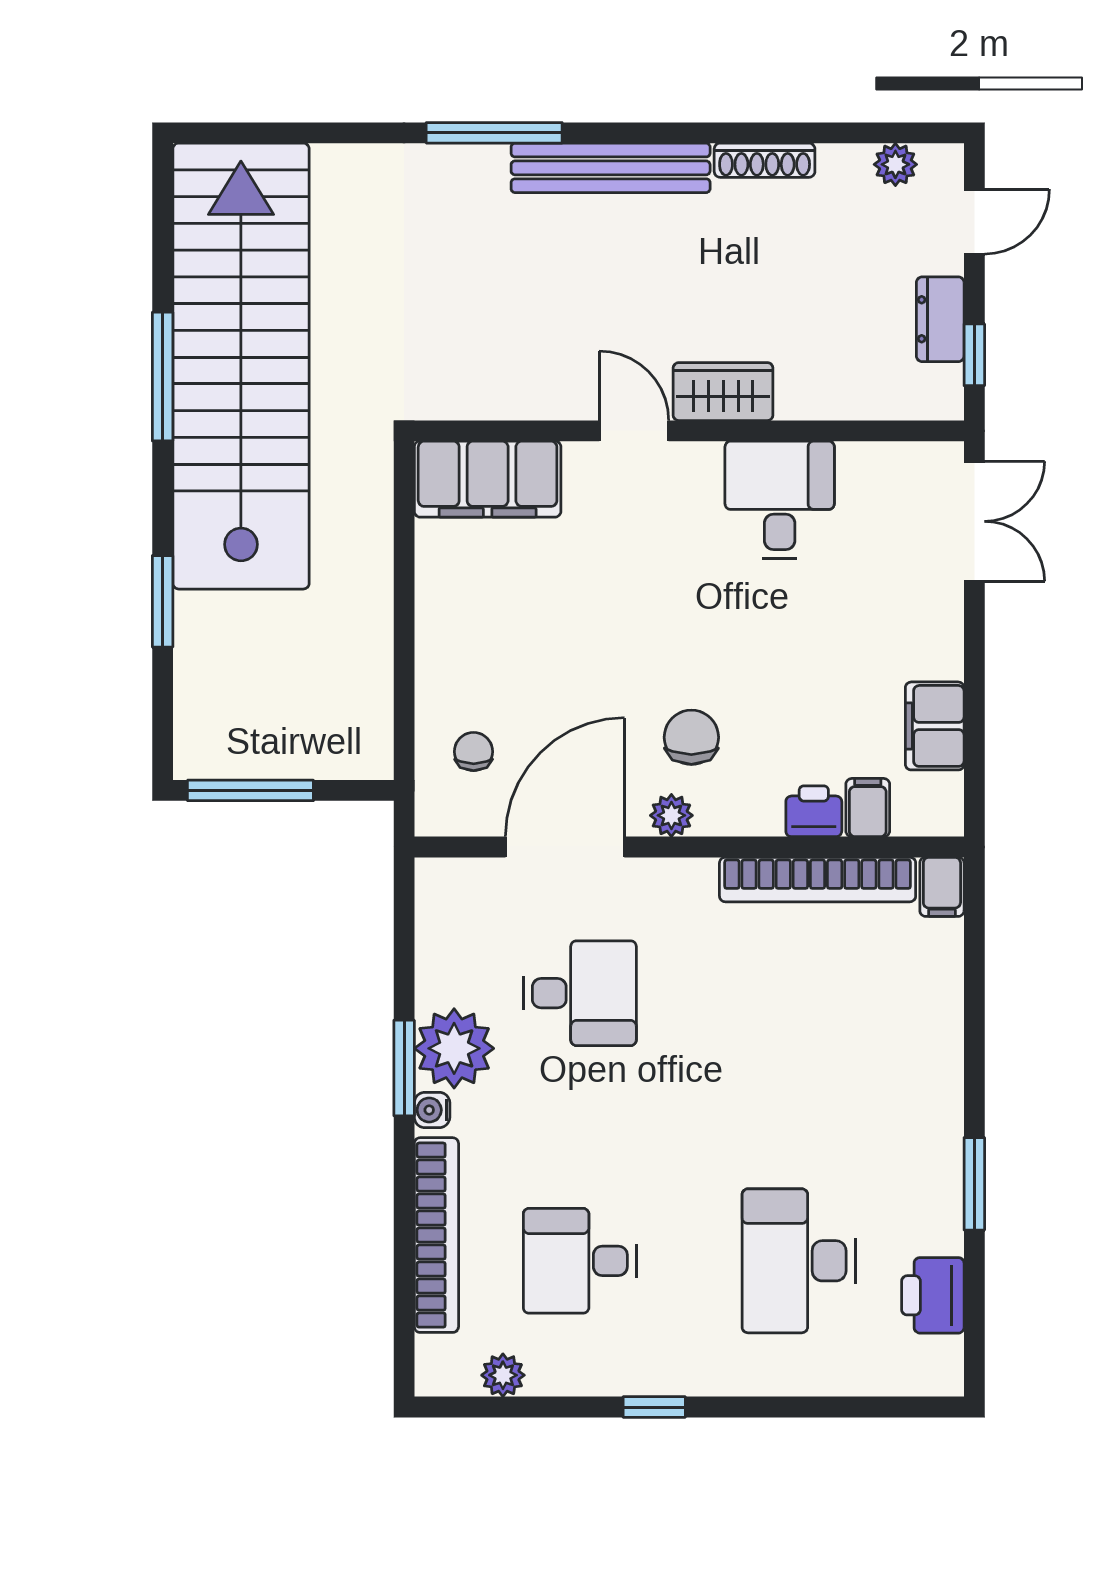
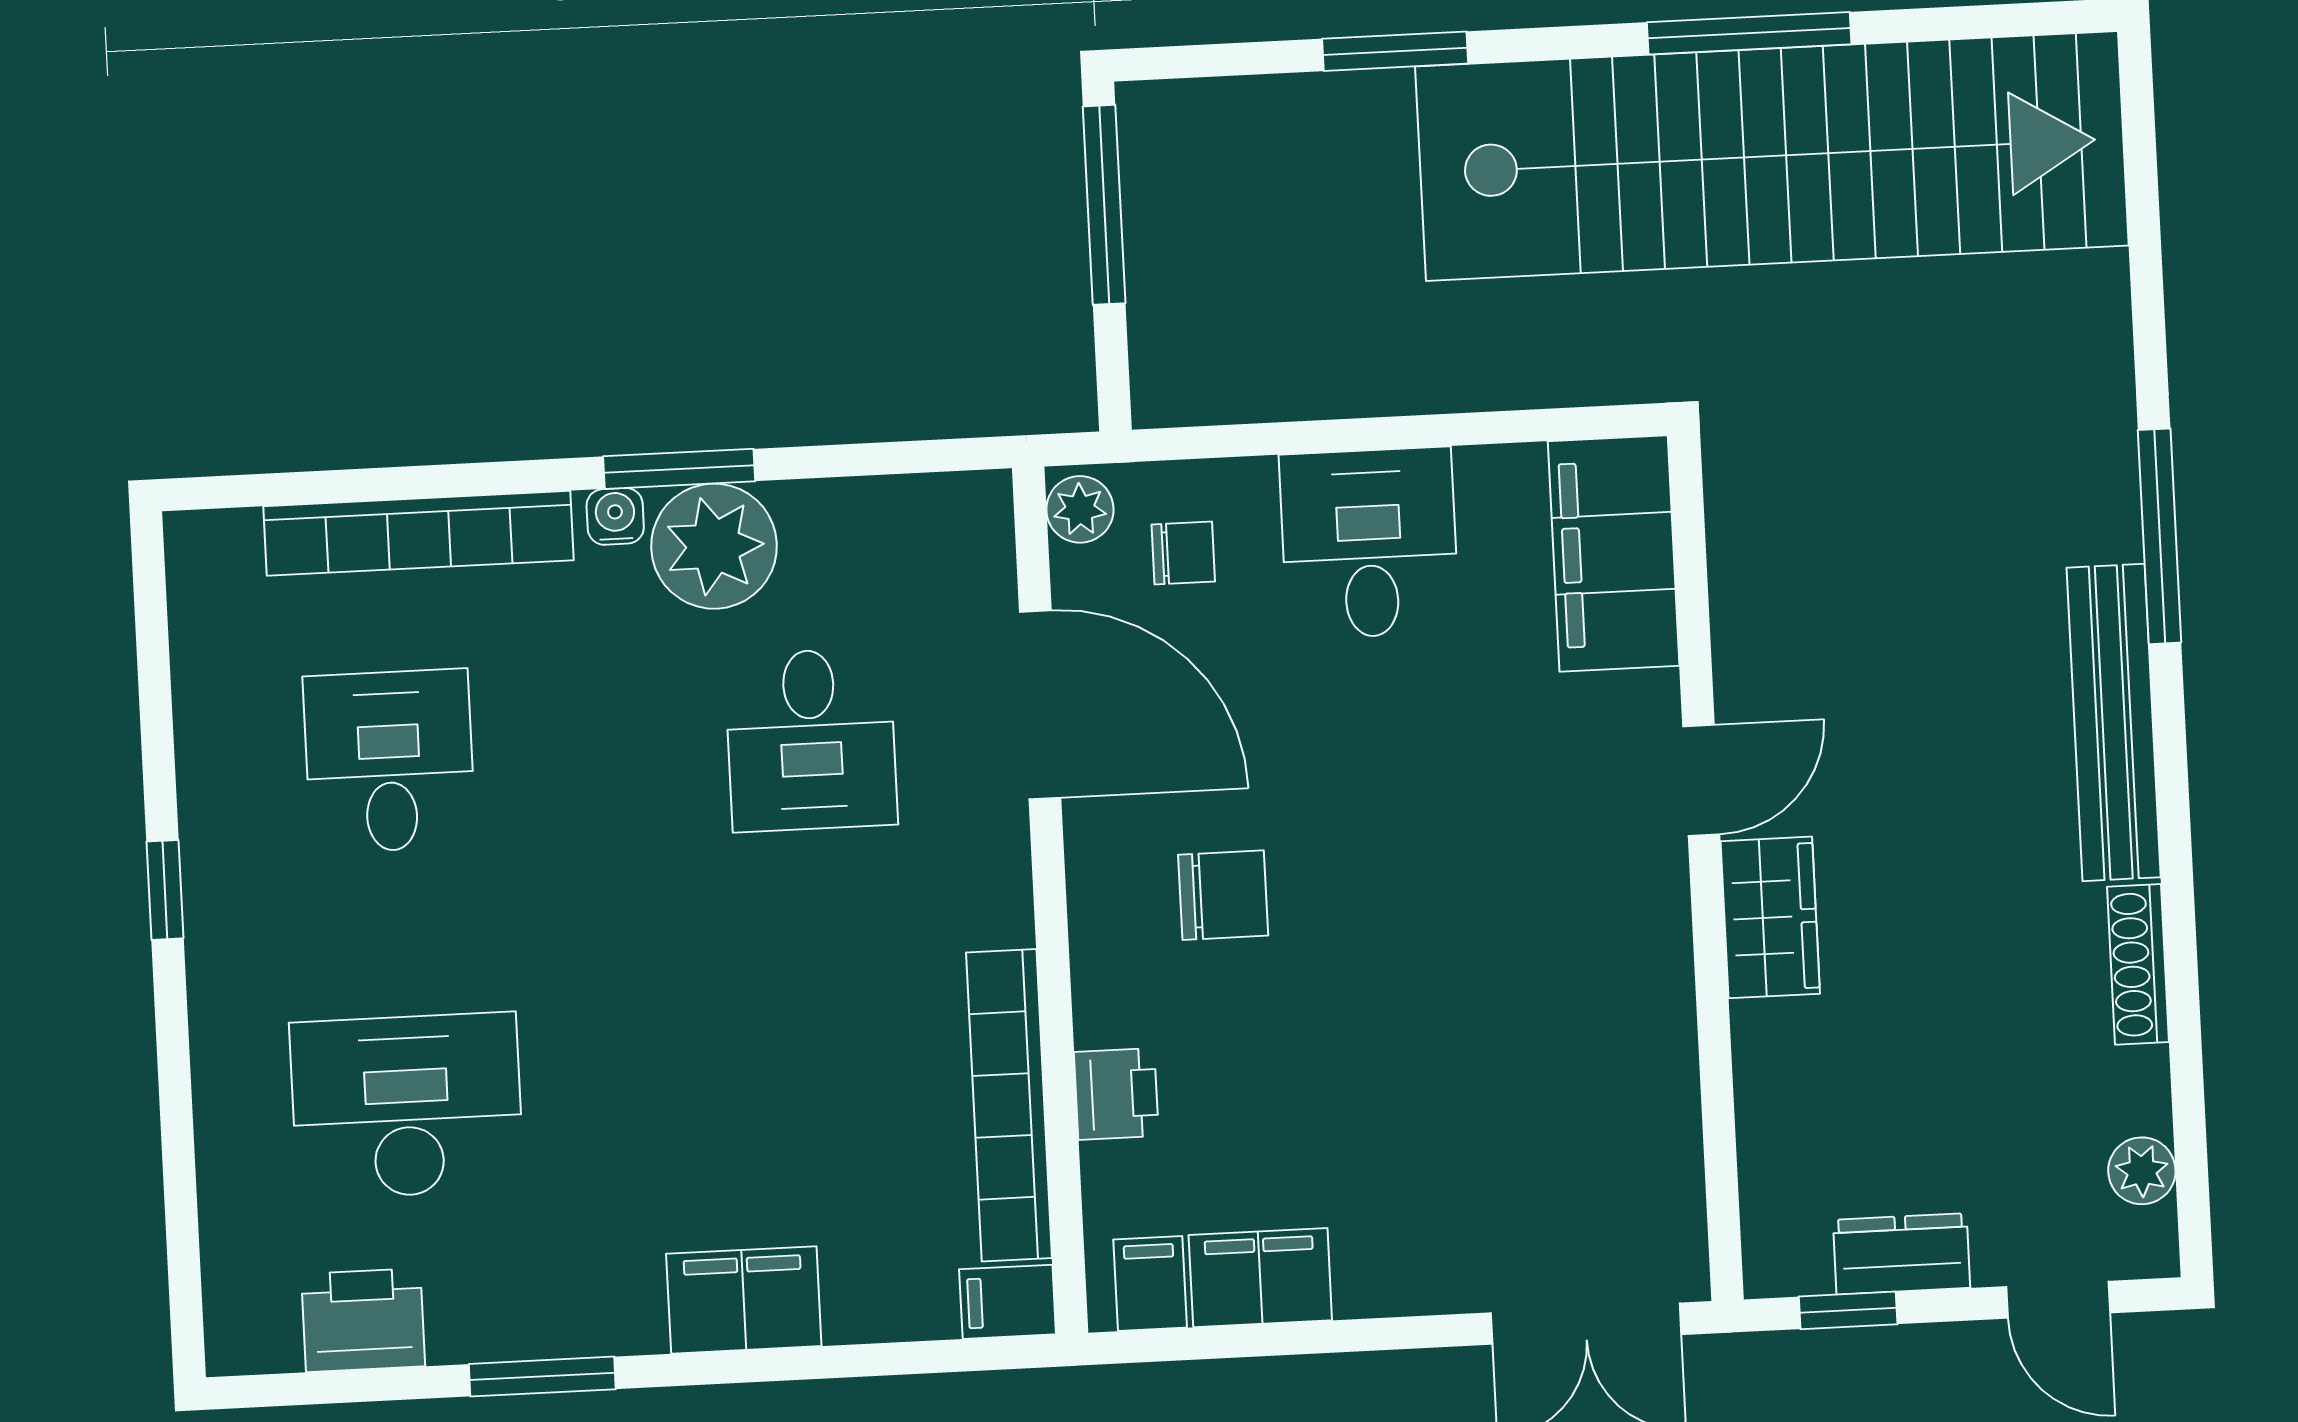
desk: (780, 500) -> (1369, 543), moved, turned -90
filing cabinet: (868, 808) -> (1150, 1284), moved, turned -90
plant: (671, 815) -> (1080, 509), moved
filing cabinet: (932, 1054) -> (744, 1300), added
plant: (503, 1375) -> (203, 649), removed

